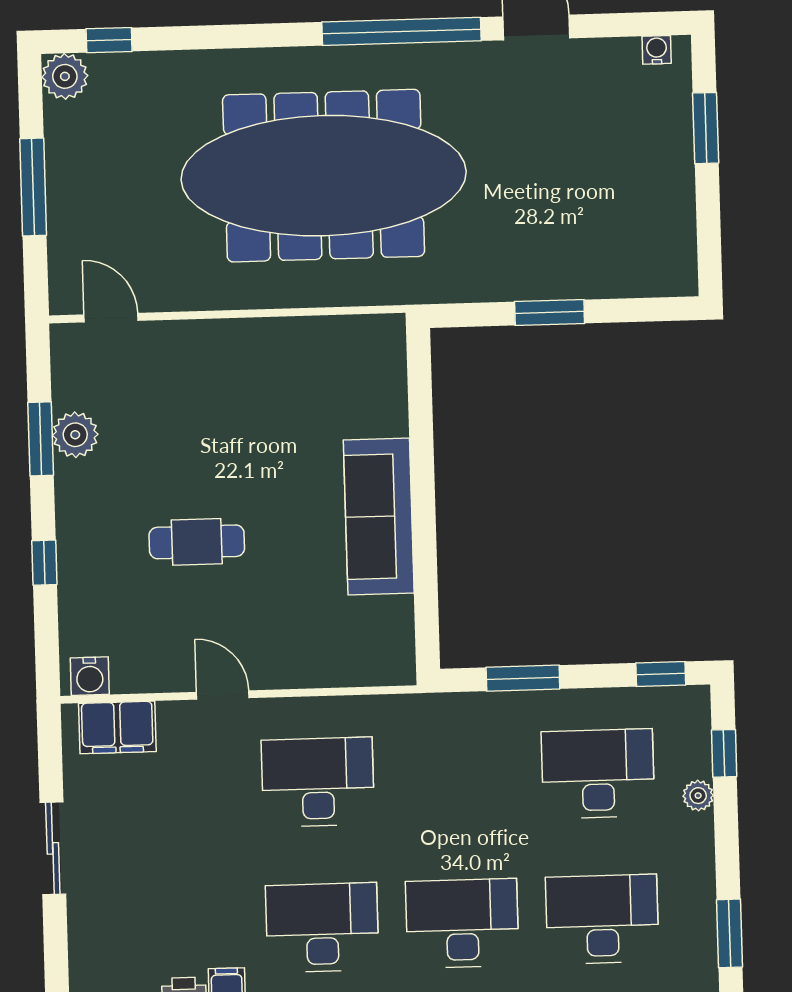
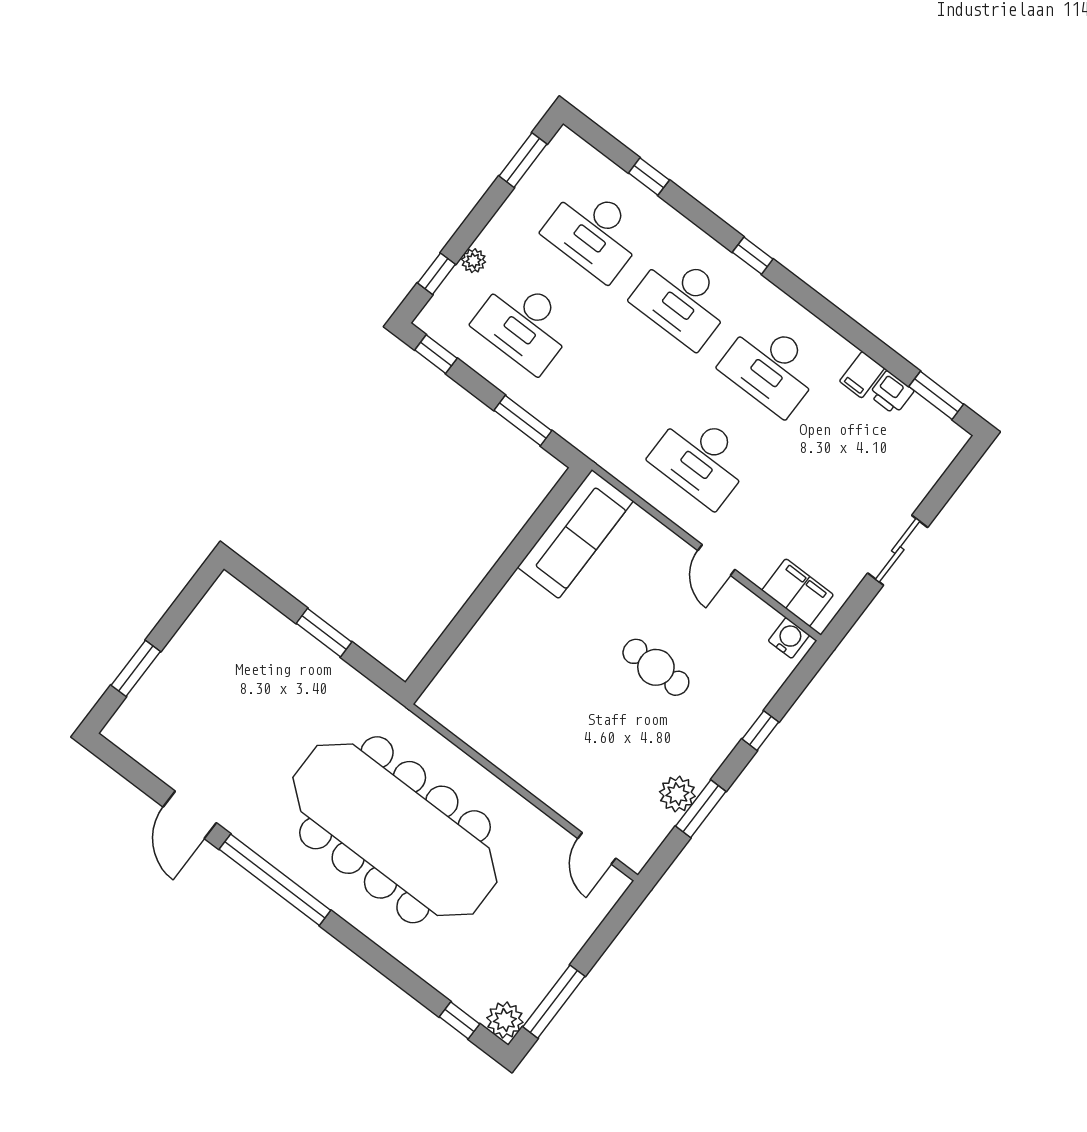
water cooler: (657, 50) -> (127, 741), removed
window: (33, 187) -> (554, 1002), moved
sofa: (379, 517) -> (575, 534), moved

